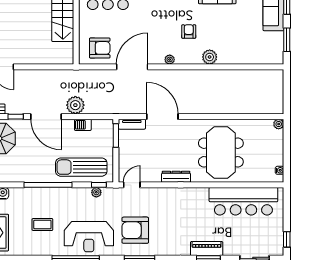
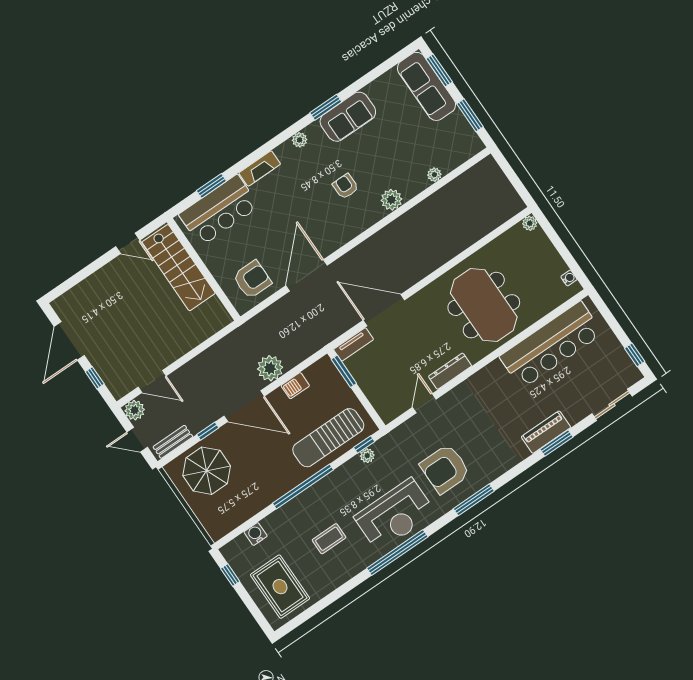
plant: (170, 59) -> (434, 175), moved
door: (132, 185) -> (424, 403), moved

